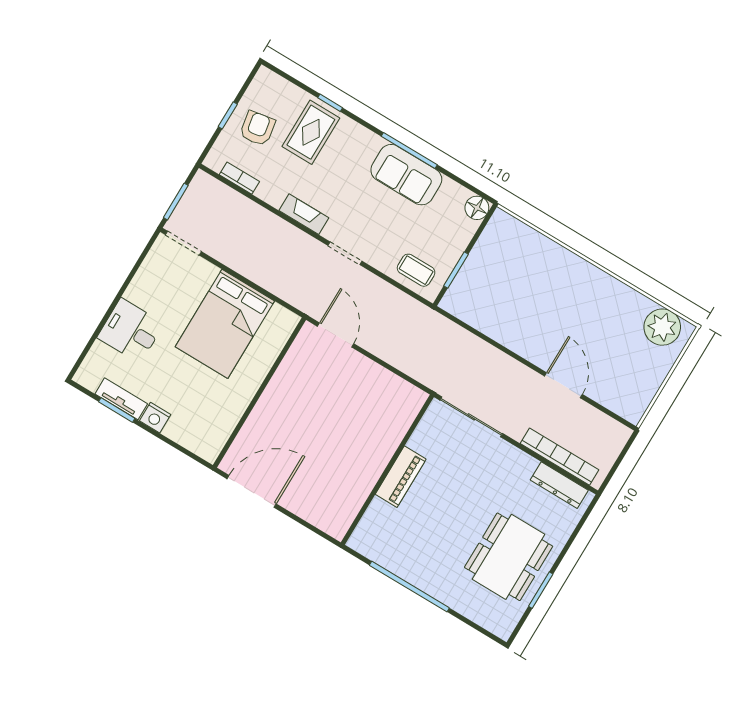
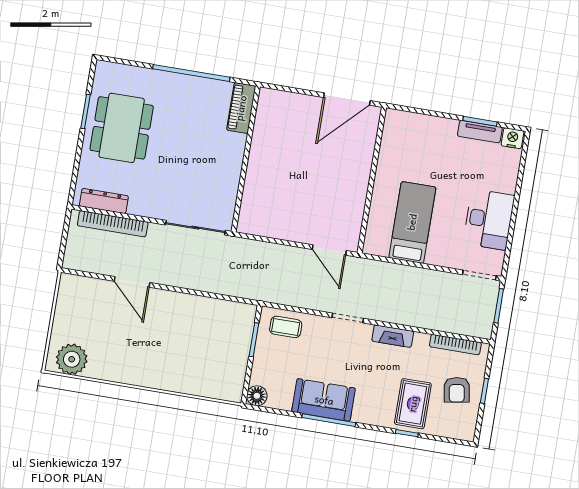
bookcase: (239, 178) -> (455, 345), width x1.56
bed: (225, 324) -> (412, 222), width x0.67
desk: (131, 331) -> (489, 219), moved, width x1.37
nightstand: (155, 418) -> (512, 138), moved
piano: (401, 477) -> (241, 108), moved

